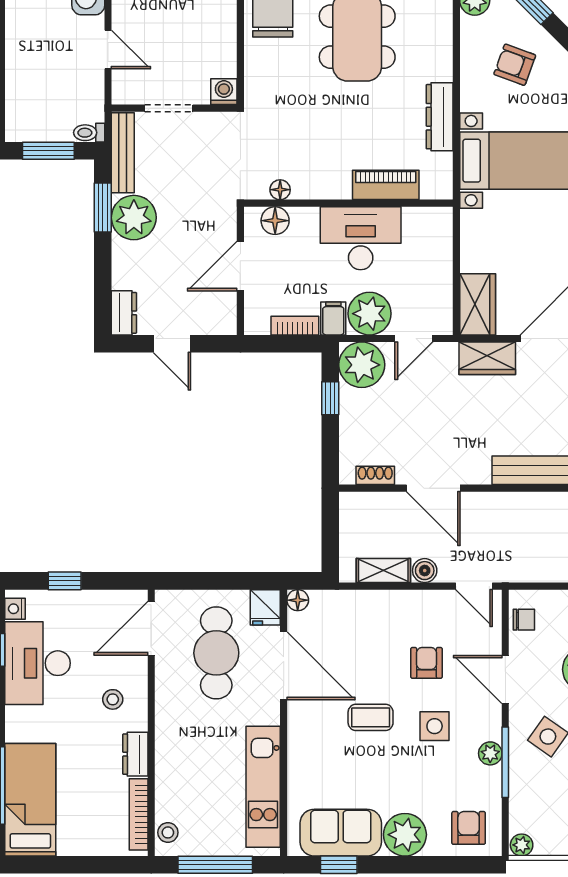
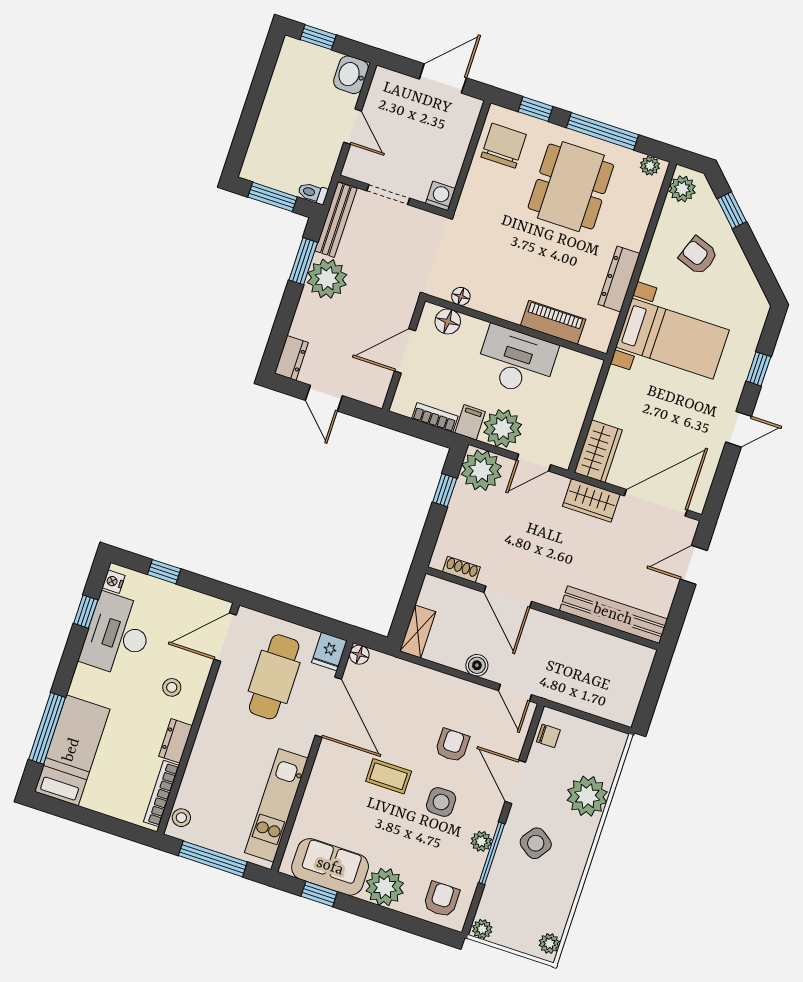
shelving: (383, 570) -> (418, 631), moved, turned 90

